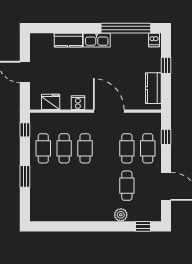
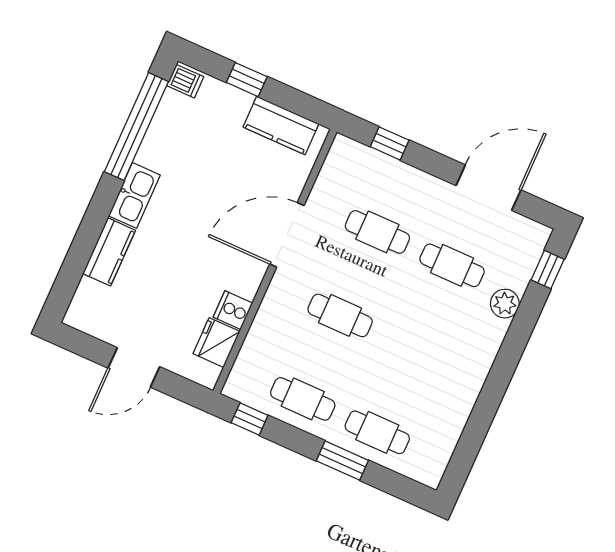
cooker: (78, 103) -> (233, 310), moved
cafe table: (64, 148) -> (377, 432), moved
cafe table: (148, 148) -> (396, 190), removed

